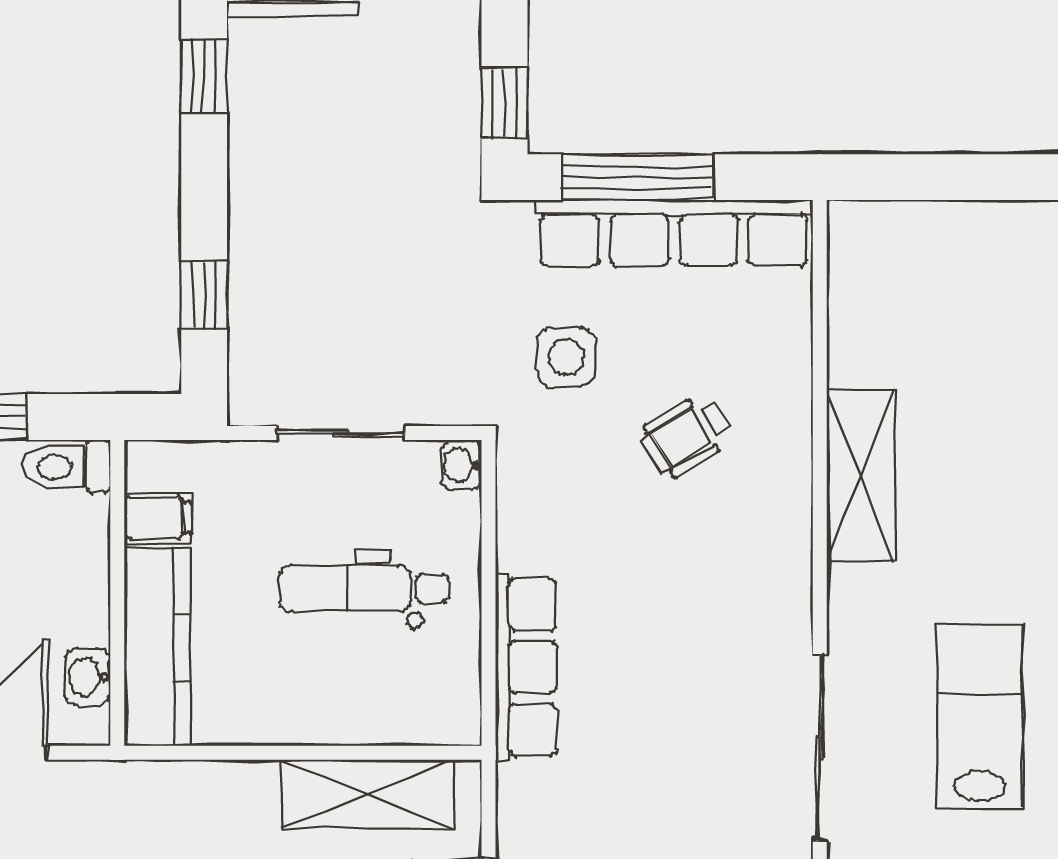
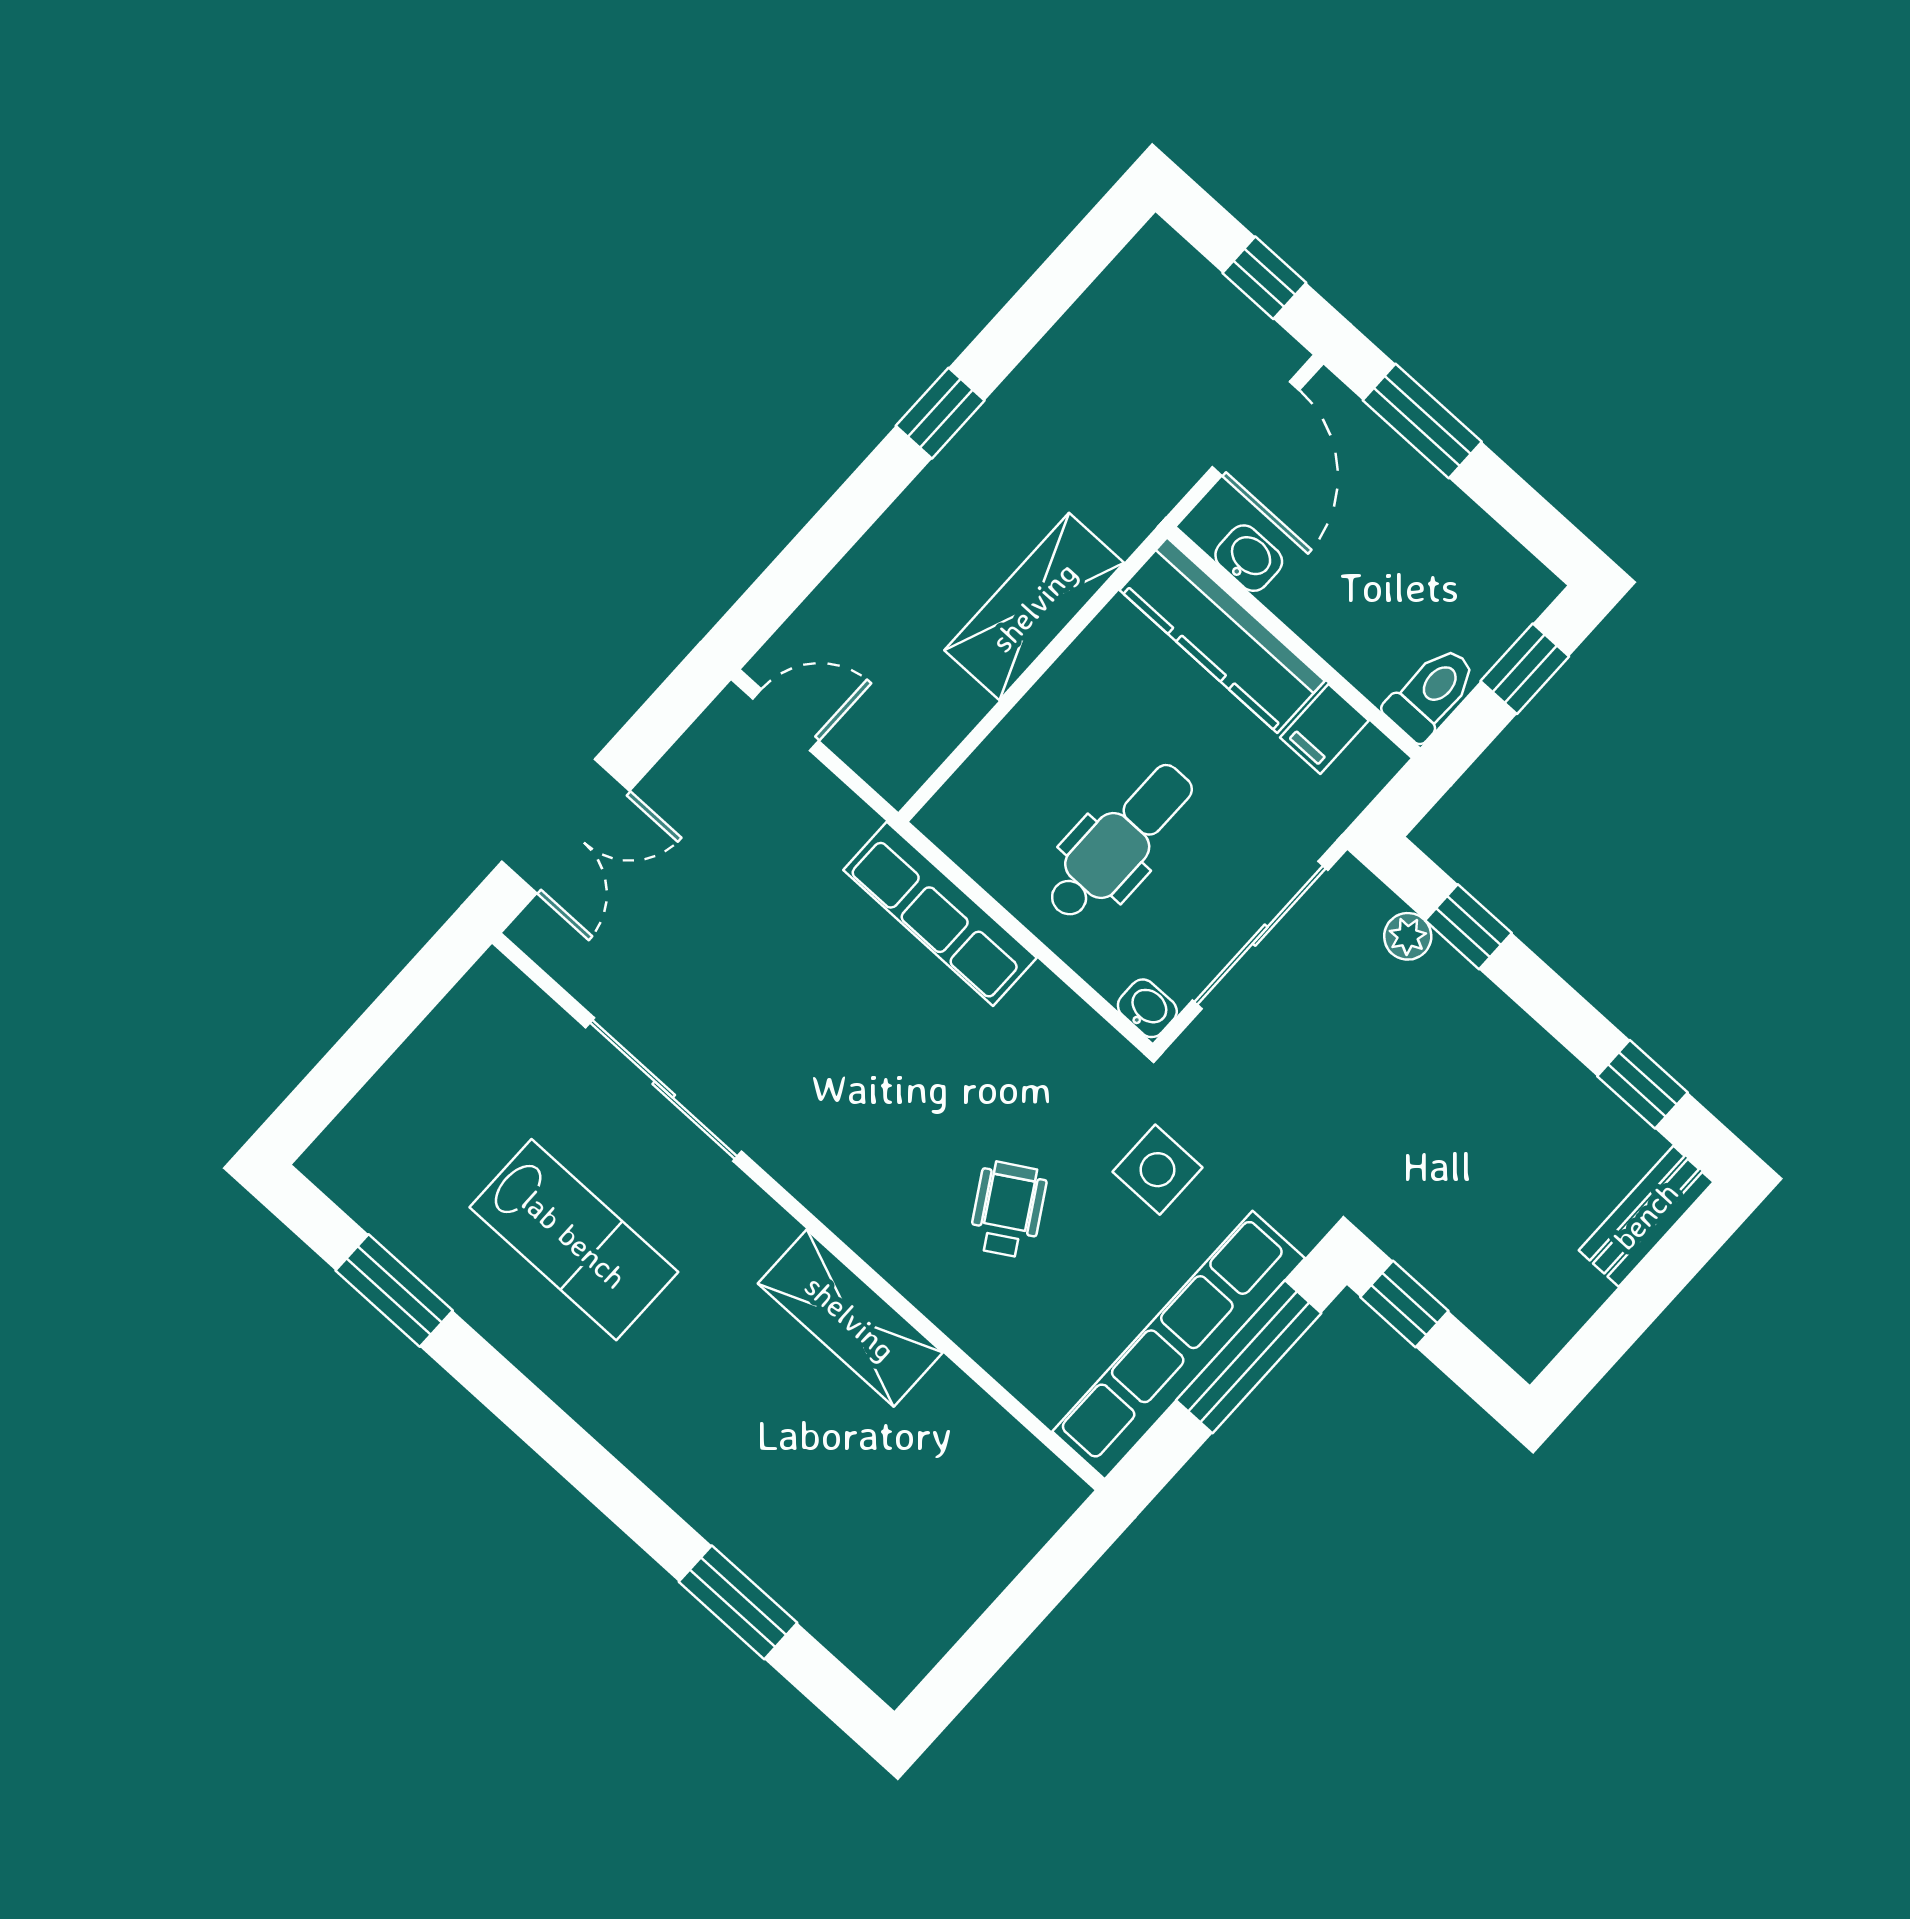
plant: (249, 330) -> (1408, 936), added
sliding door: (340, 433) -> (1260, 935), width x1.37
shelving: (368, 794) -> (1034, 607), moved

